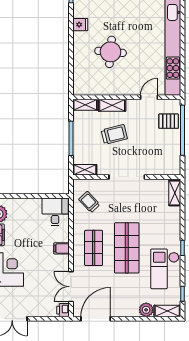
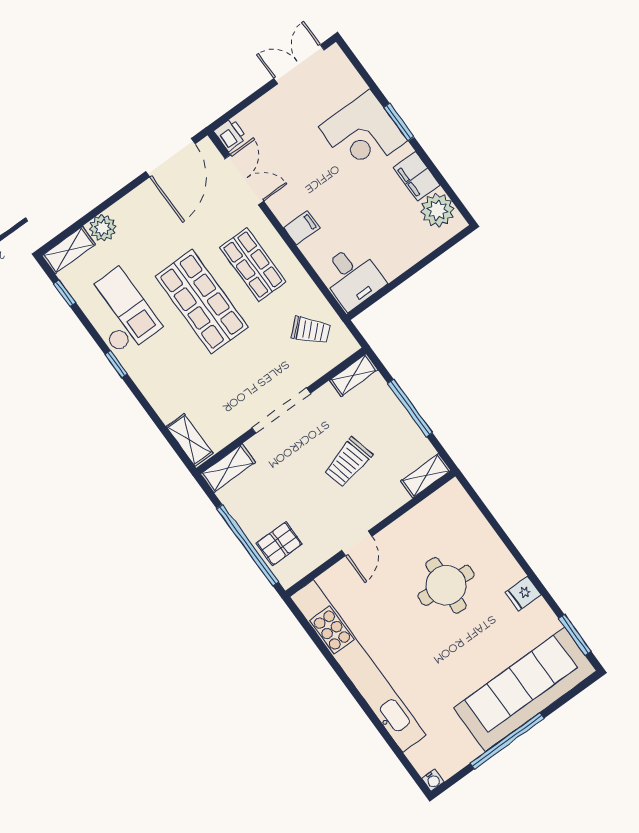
door: (149, 97) -> (357, 543), moved
shelving: (112, 105) -> (228, 468), moved

